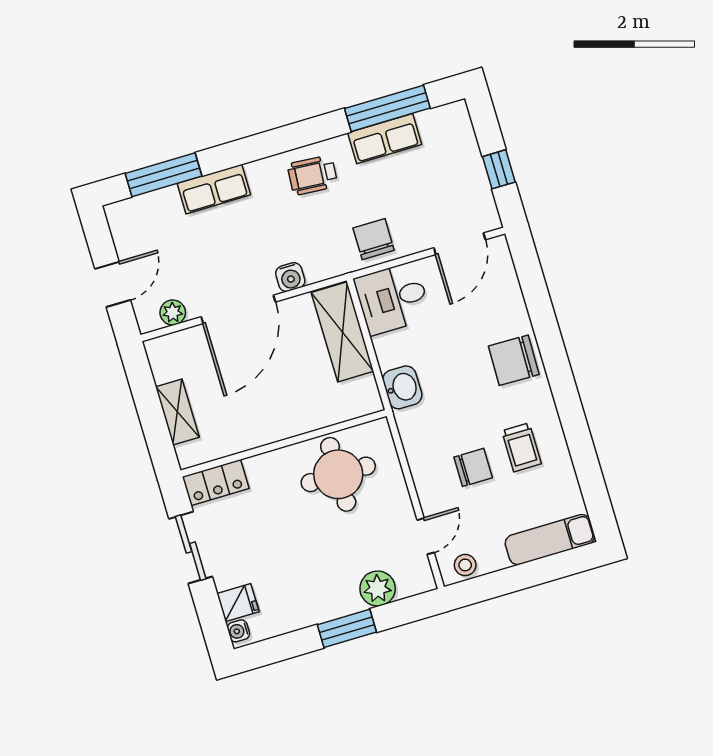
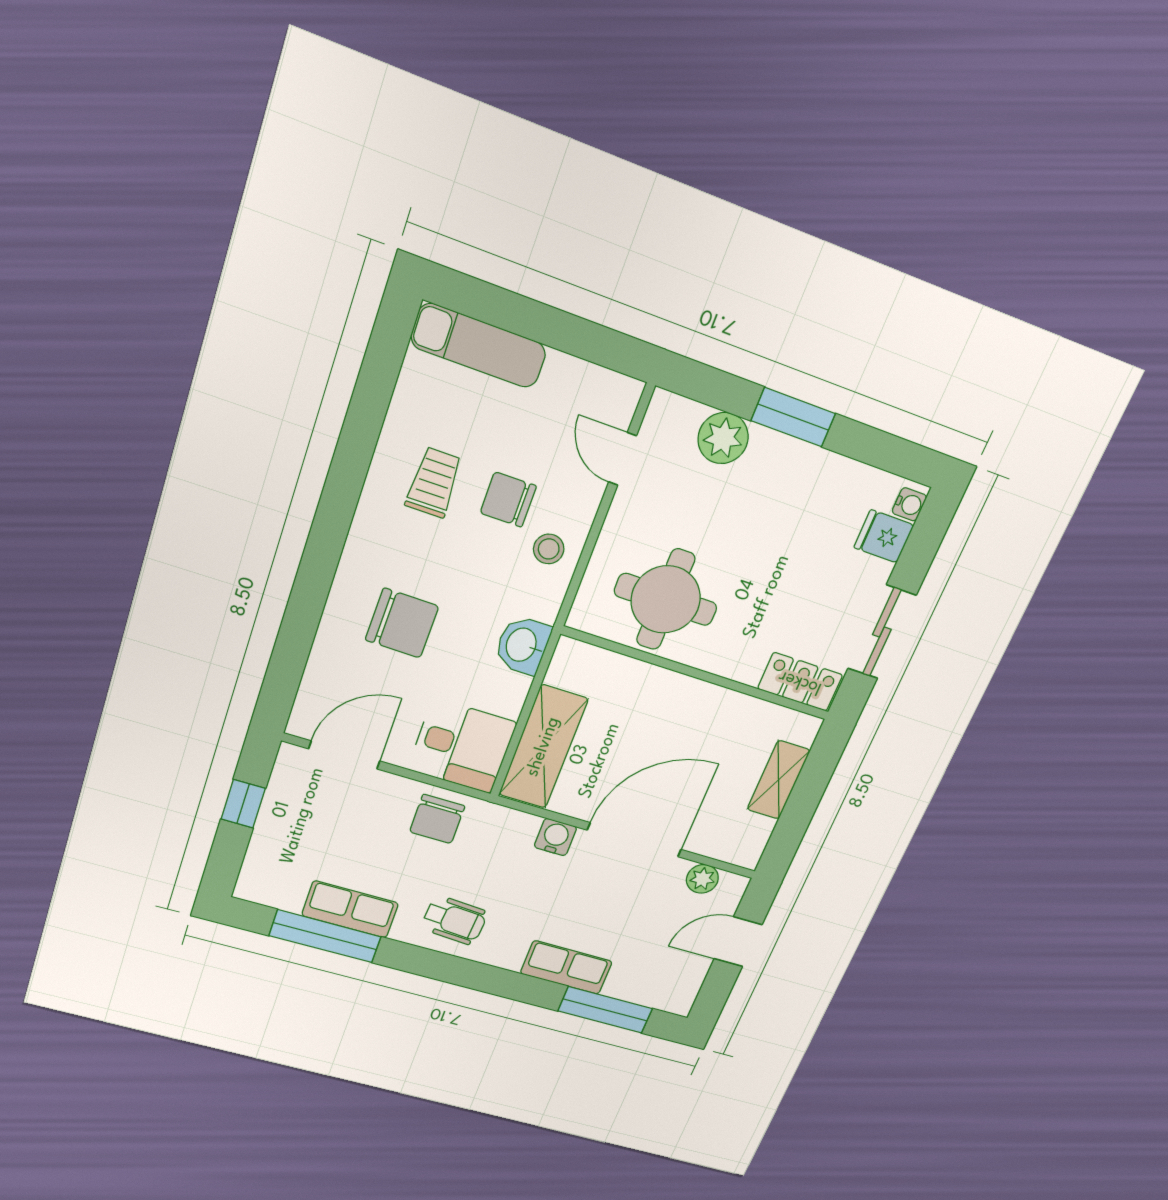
chair: (514, 360) -> (402, 623), moved
door: (426, 536) -> (623, 459), hinge flipped
stool: (465, 565) -> (549, 549), moved

